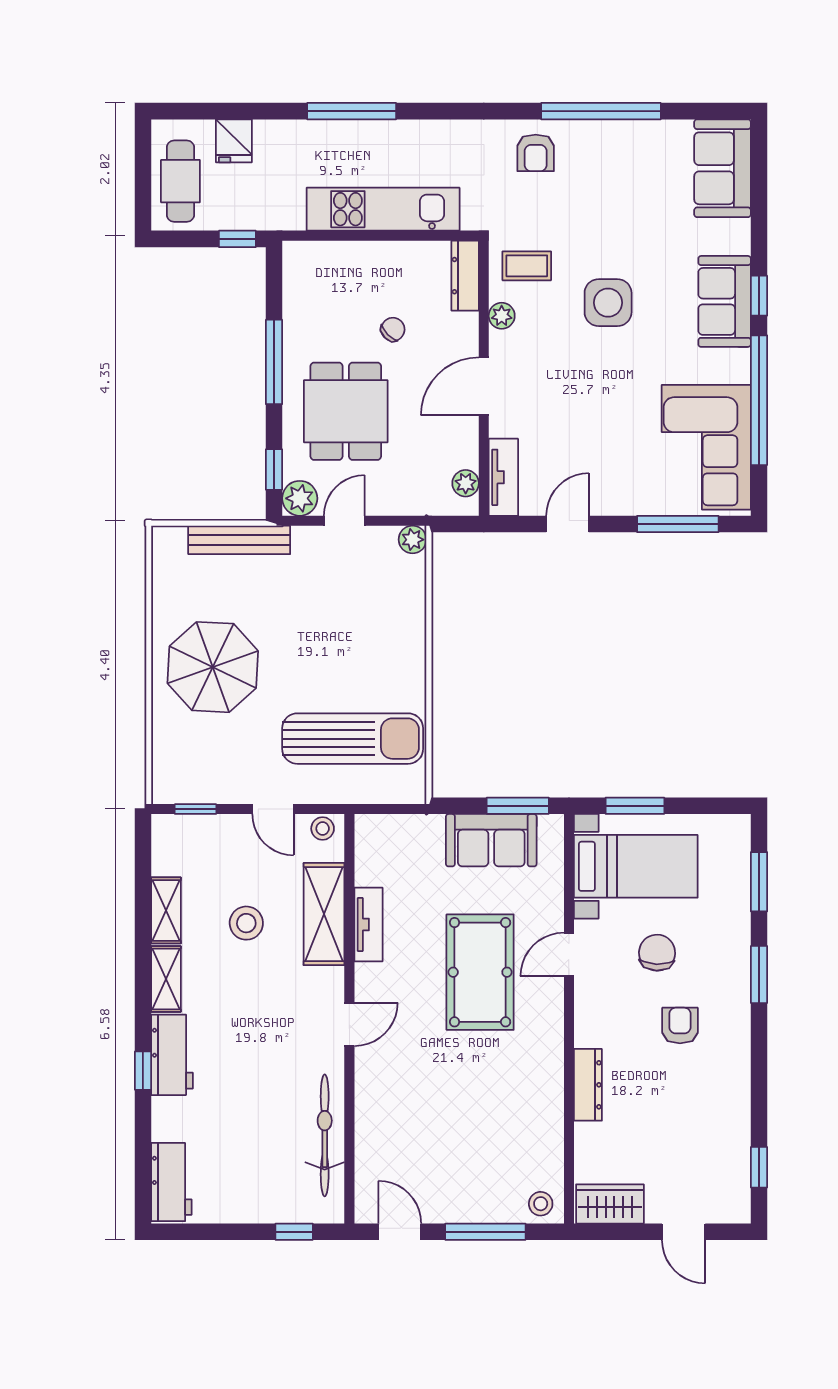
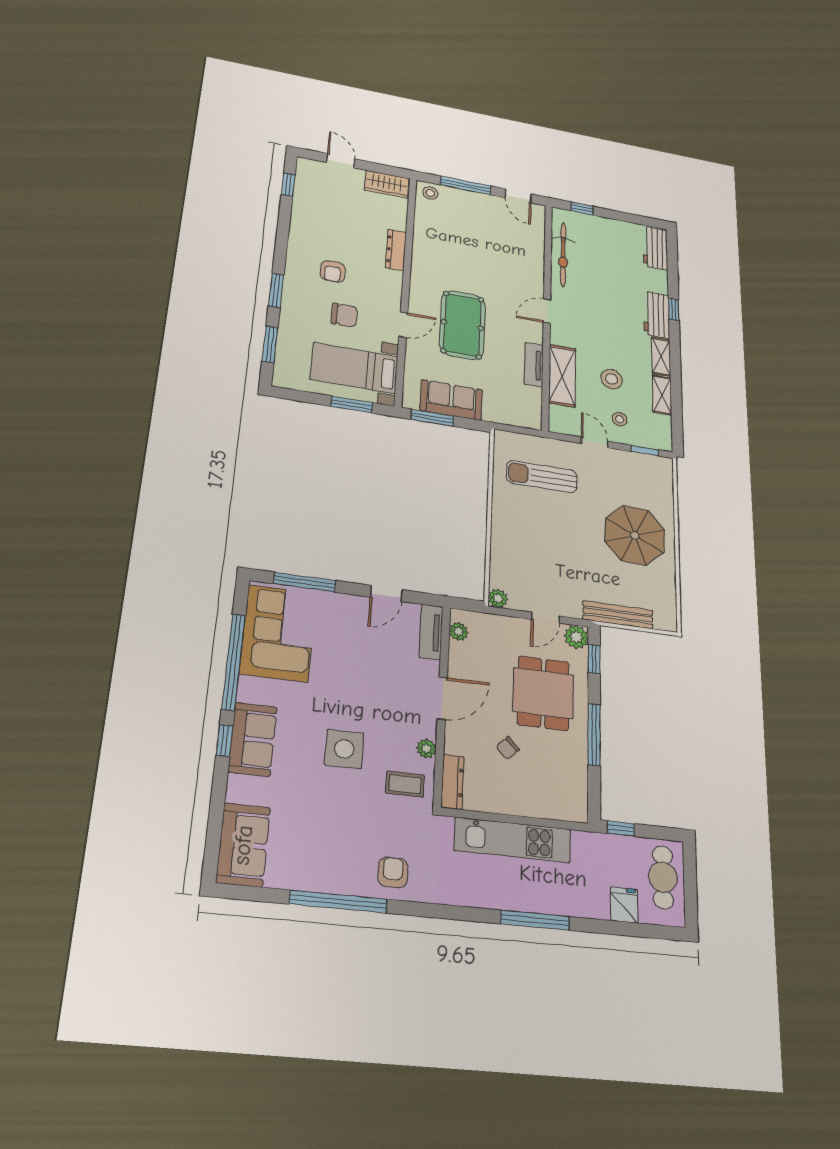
sun lounger: (353, 739) -> (542, 477), width x0.73, depth x0.75
stool: (323, 829) -> (620, 419), moved
chair: (657, 953) -> (344, 315), turned -92

